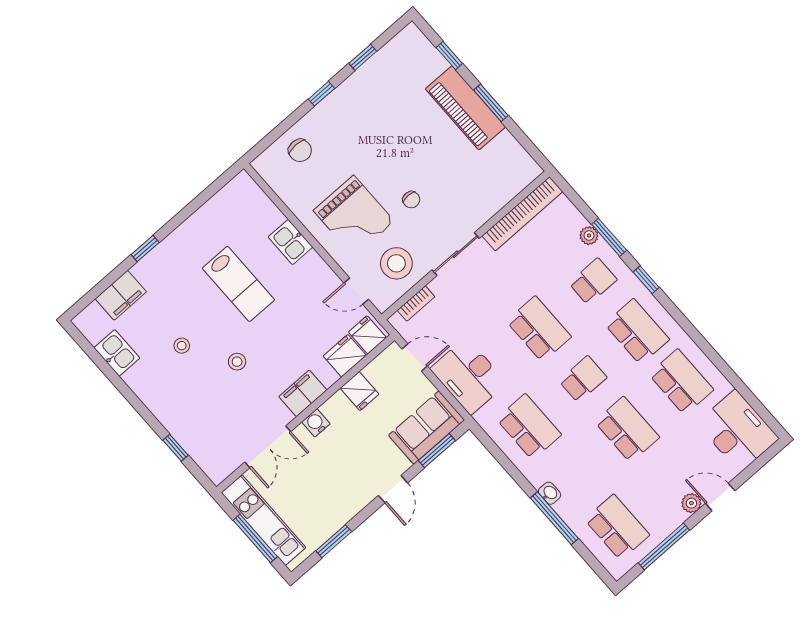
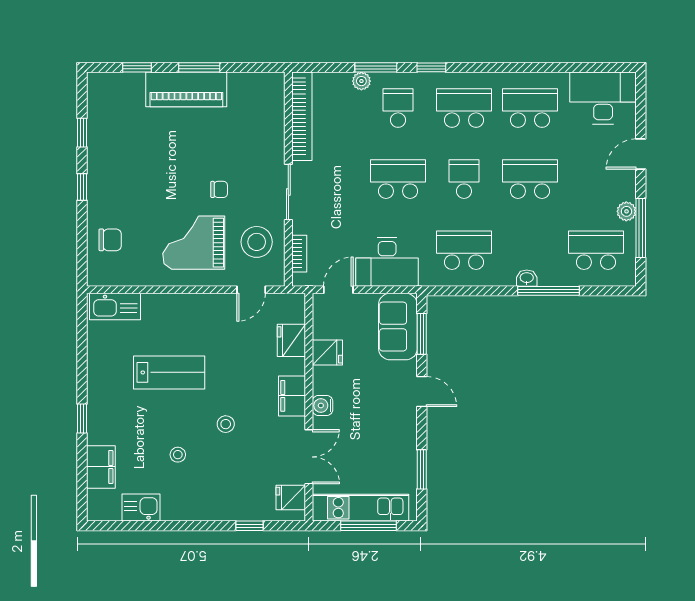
grand piano: (354, 216) -> (194, 243), turned 180
kitchen sink: (290, 242) -> (115, 307), moved, width x1.38
fridge: (367, 335) -> (291, 497), moved
plant: (691, 503) -> (626, 211), moved

